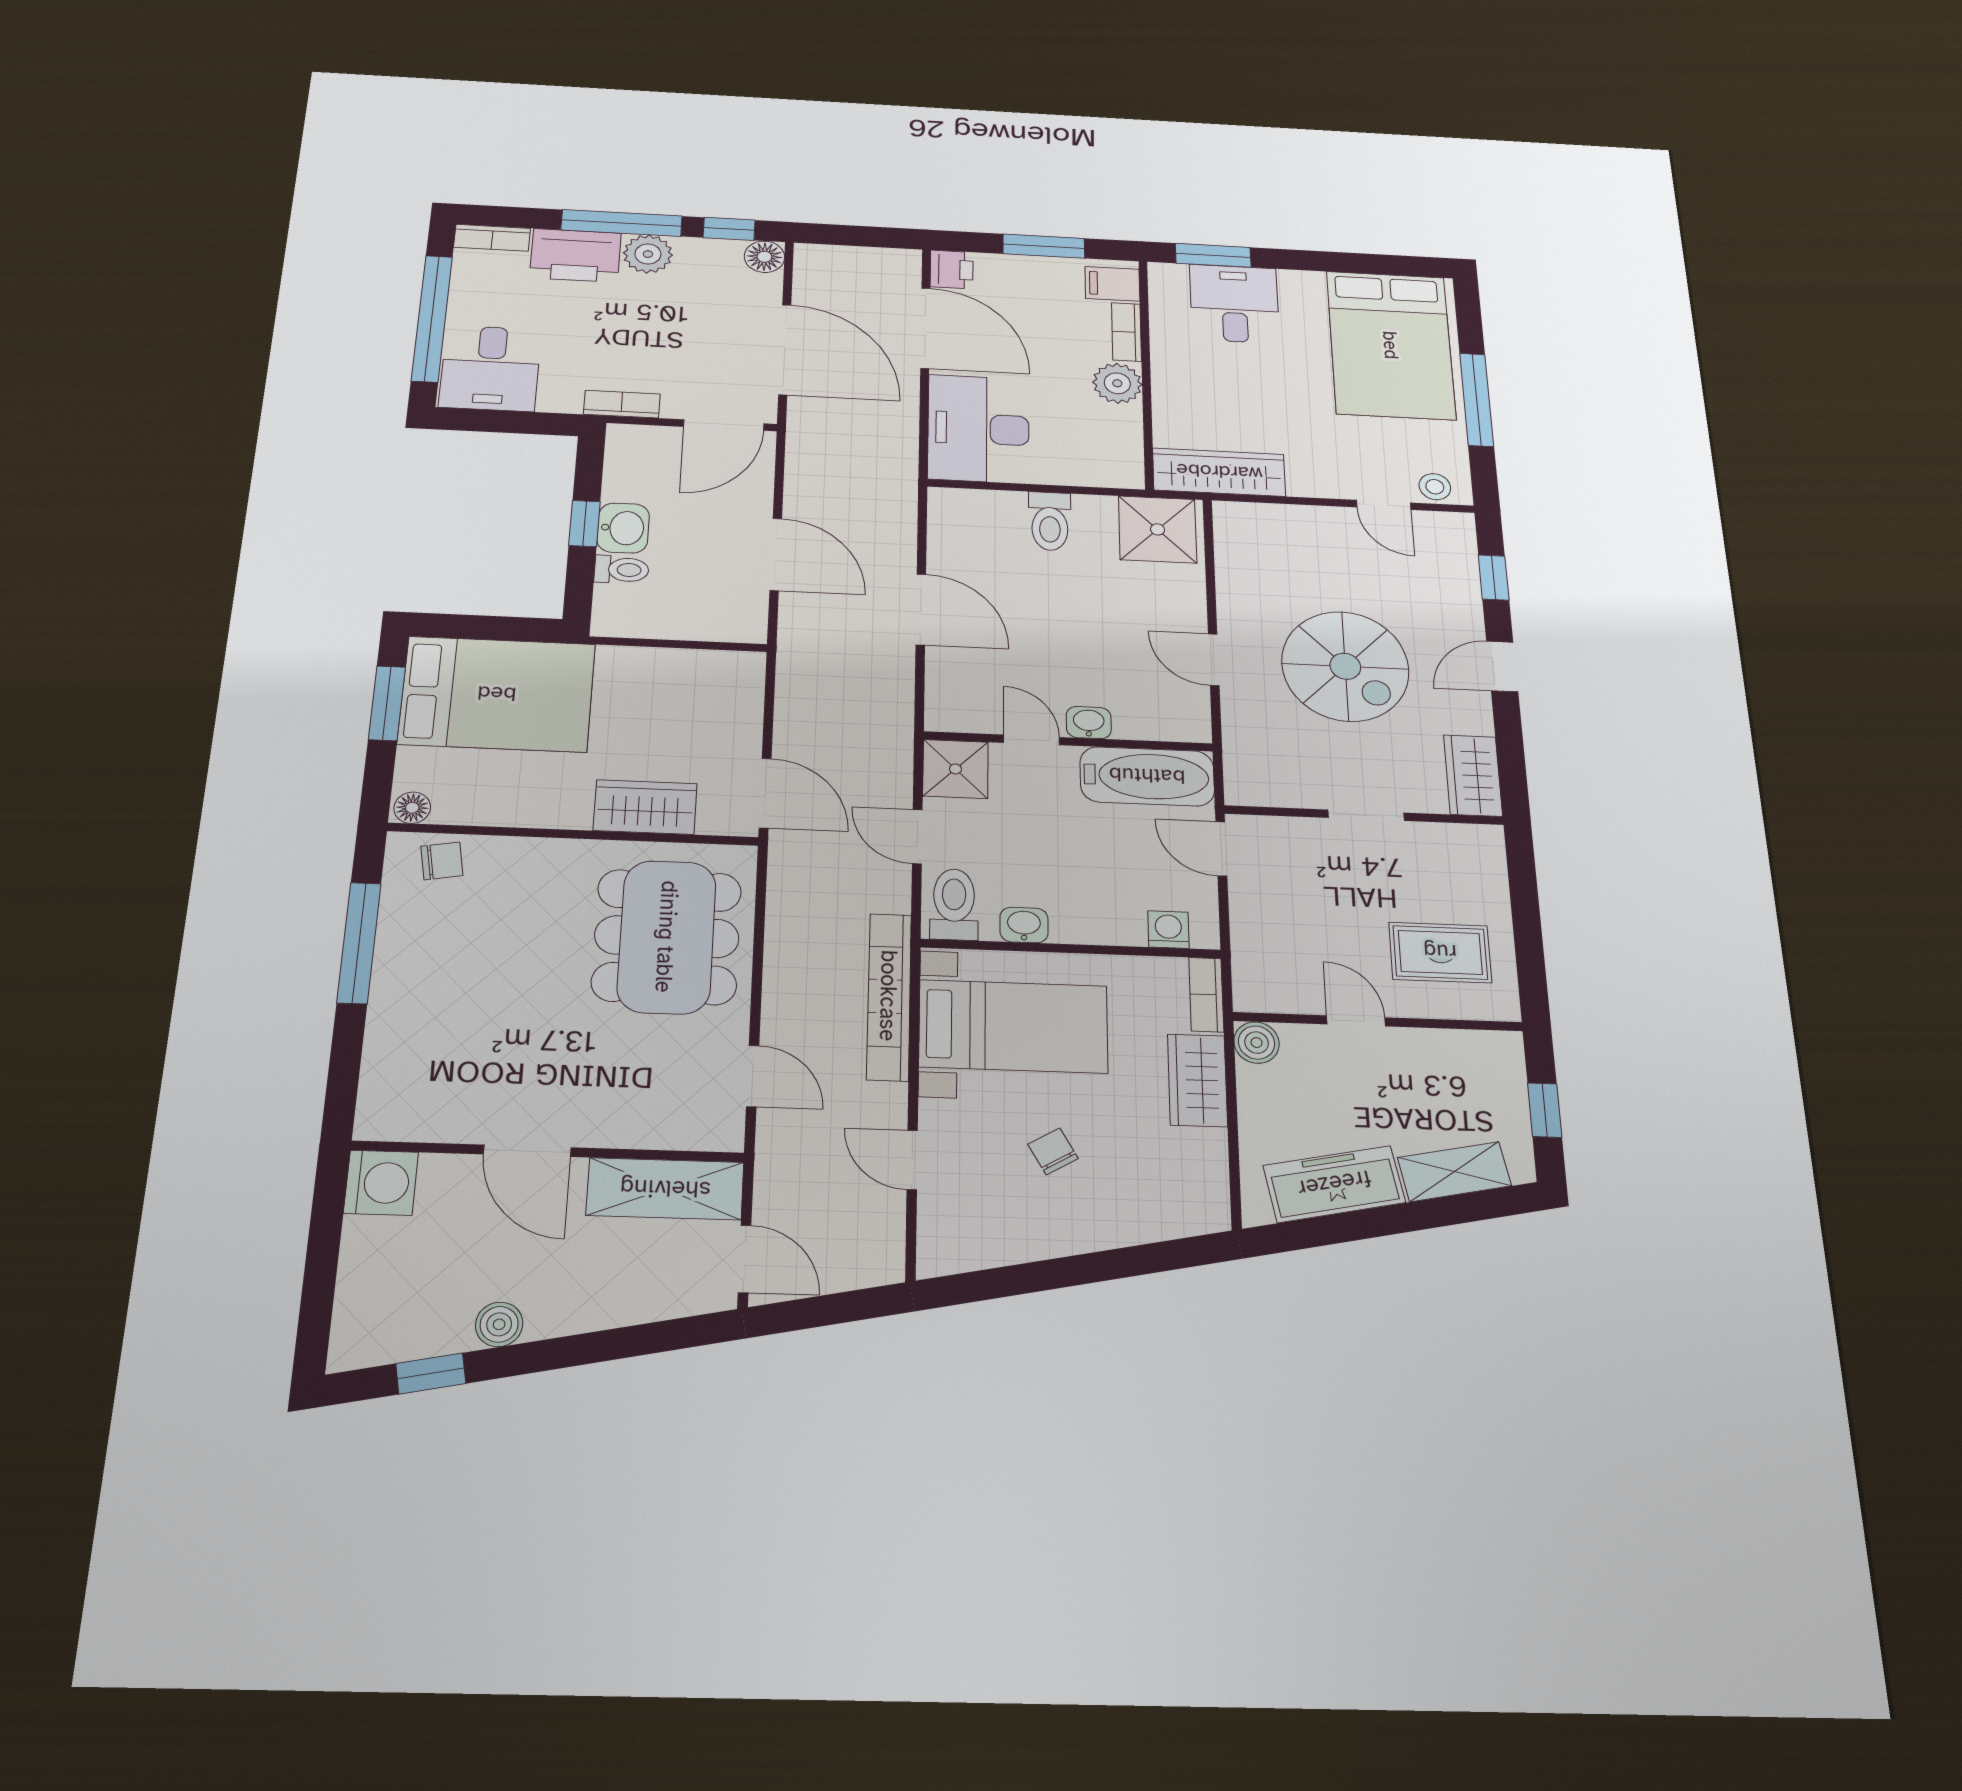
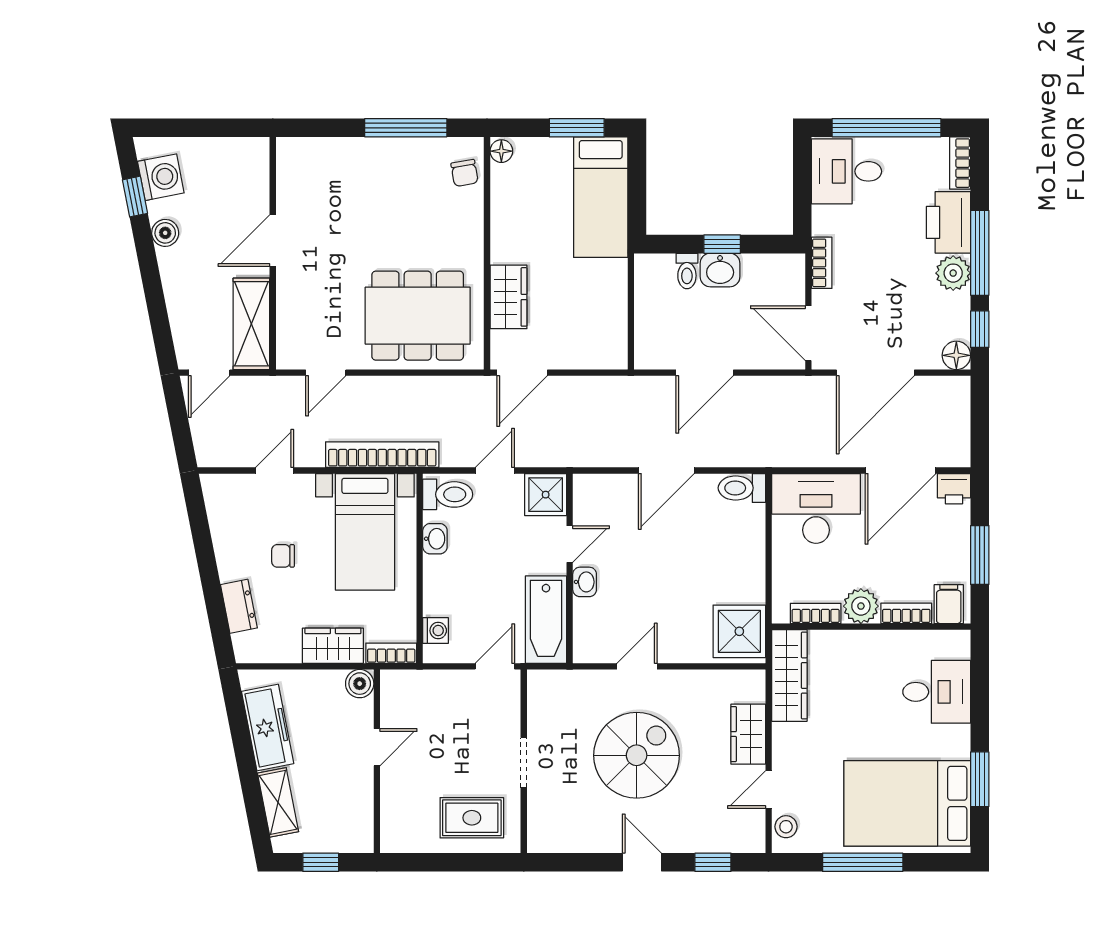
window: (1213, 255) -> (980, 779), moved
bookcase: (1129, 437) -> (816, 613), added
toilet: (1050, 521) -> (742, 488), moved
spiral stairs: (1345, 666) -> (637, 755), turned 180
bed: (497, 694) -> (601, 197), width x0.67
wardrobe: (1473, 776) -> (748, 734), moved, turned -90
rug: (1440, 952) -> (472, 818), moved, turned 90
chair: (1053, 1151) -> (283, 556), turned -150
washing machine: (381, 1183) -> (161, 177), moved, turned -101
dresser: (1137, 1223) -> (239, 606), added

